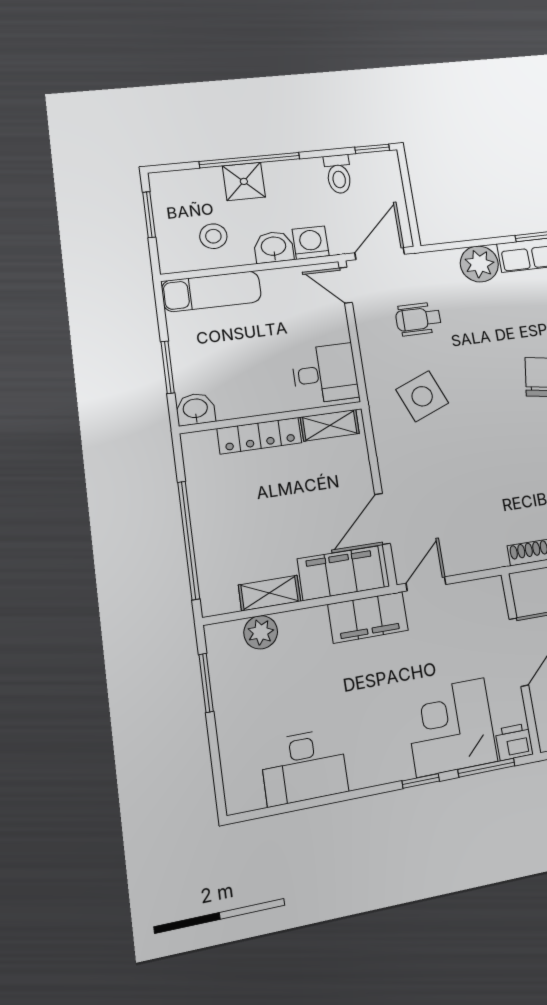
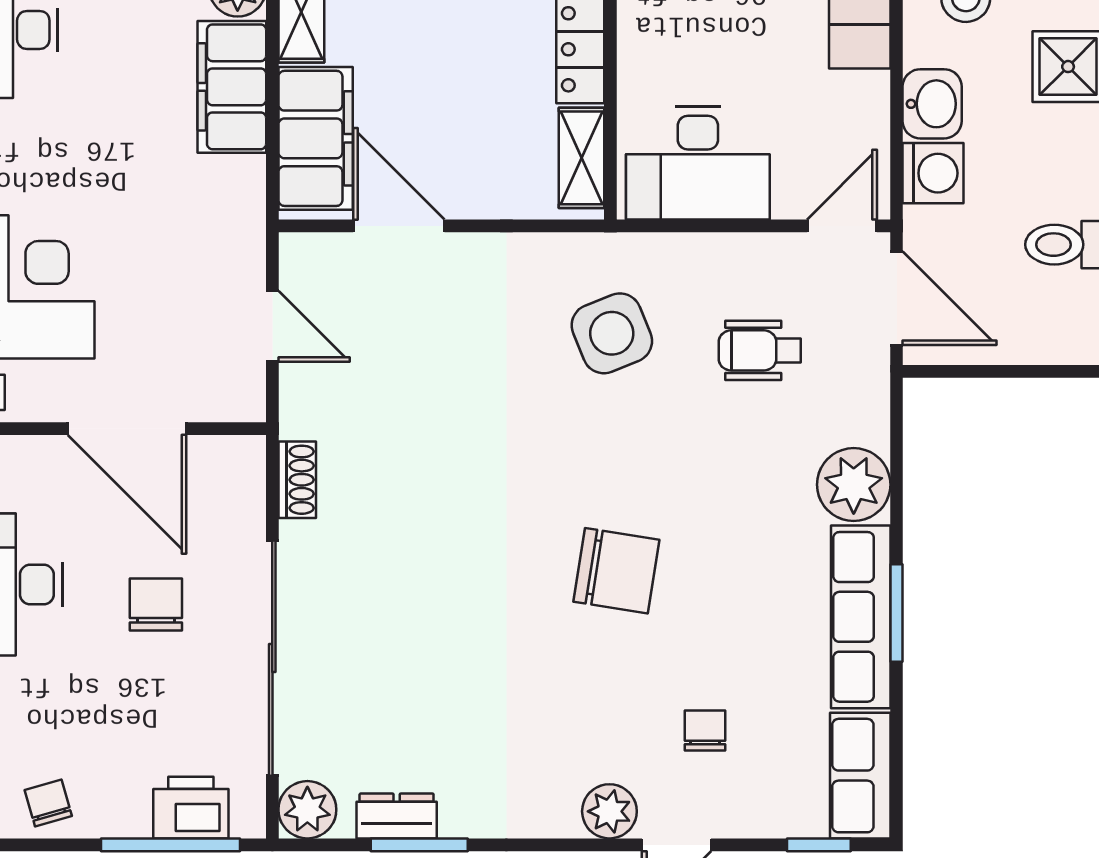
wheelchair: (418, 319) -> (760, 350), turned -90
desk: (325, 374) -> (698, 163), width x1.37
door: (426, 584) -> (272, 326), moved
filing cabinet: (368, 617) -> (232, 87), moved

